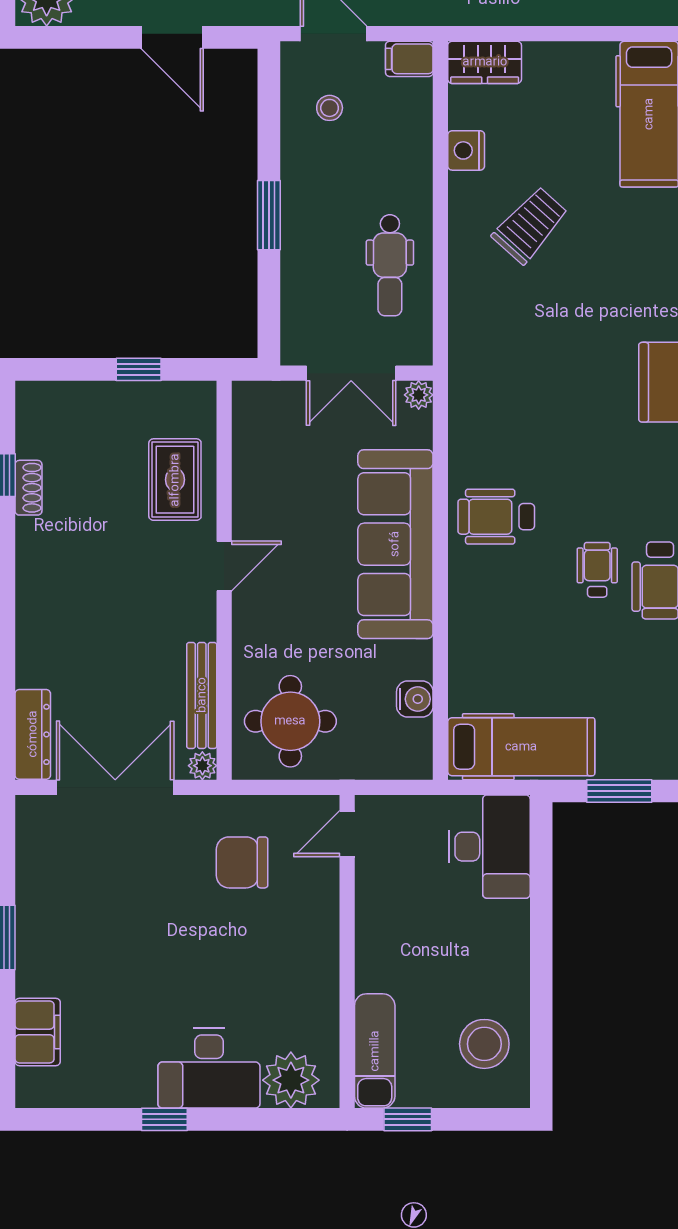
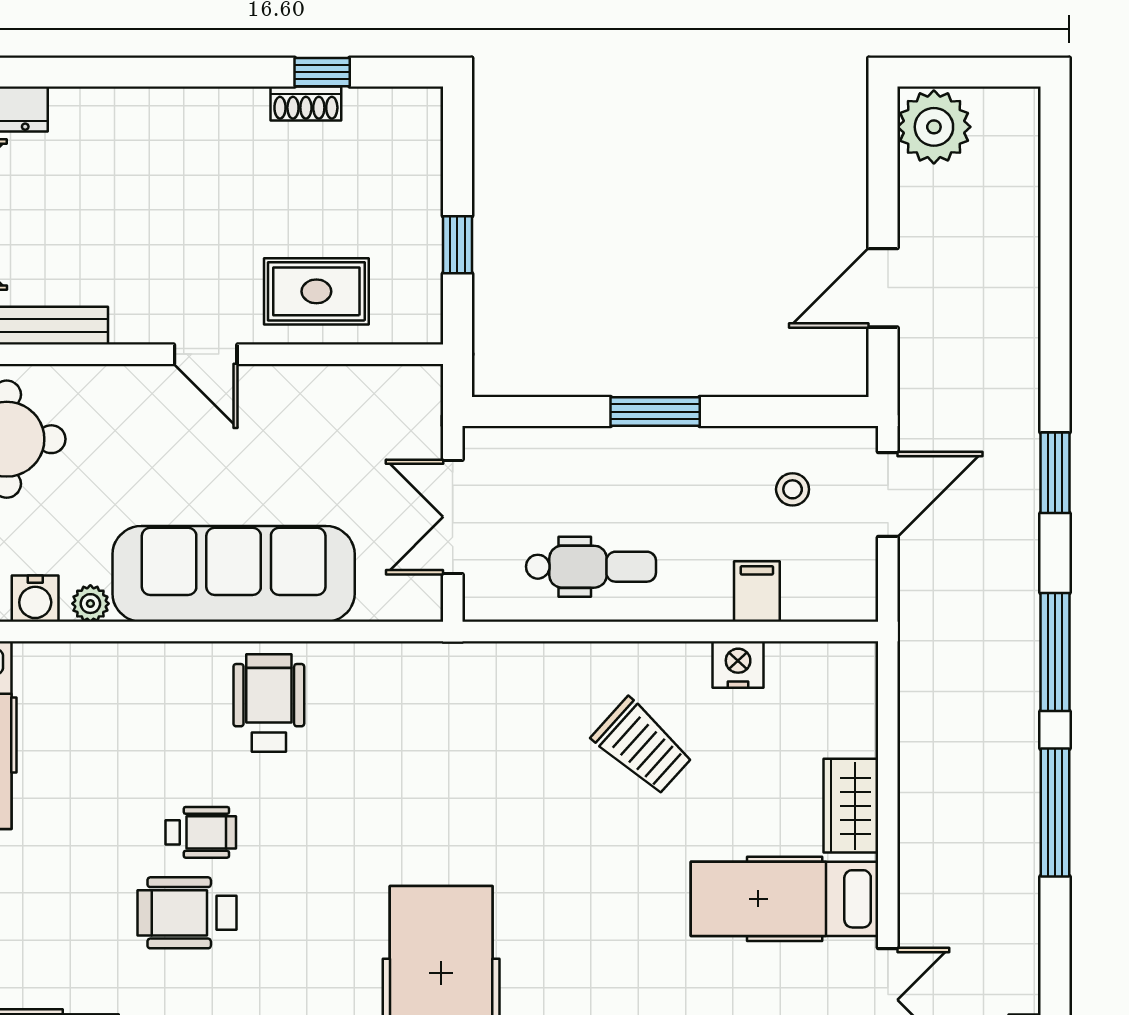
filing cabinet: (409, 59) -> (757, 592), moved
wardrobe: (485, 62) -> (851, 806), moved
dental chair: (390, 265) -> (591, 567), turned 180
plant: (419, 395) -> (90, 604), moved

